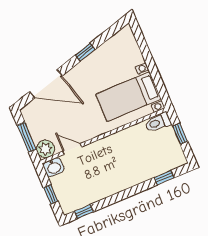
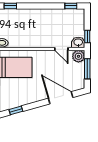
window: (85, 52) -> (16, 110), moved
window: (51, 194) -> (87, 36), moved

